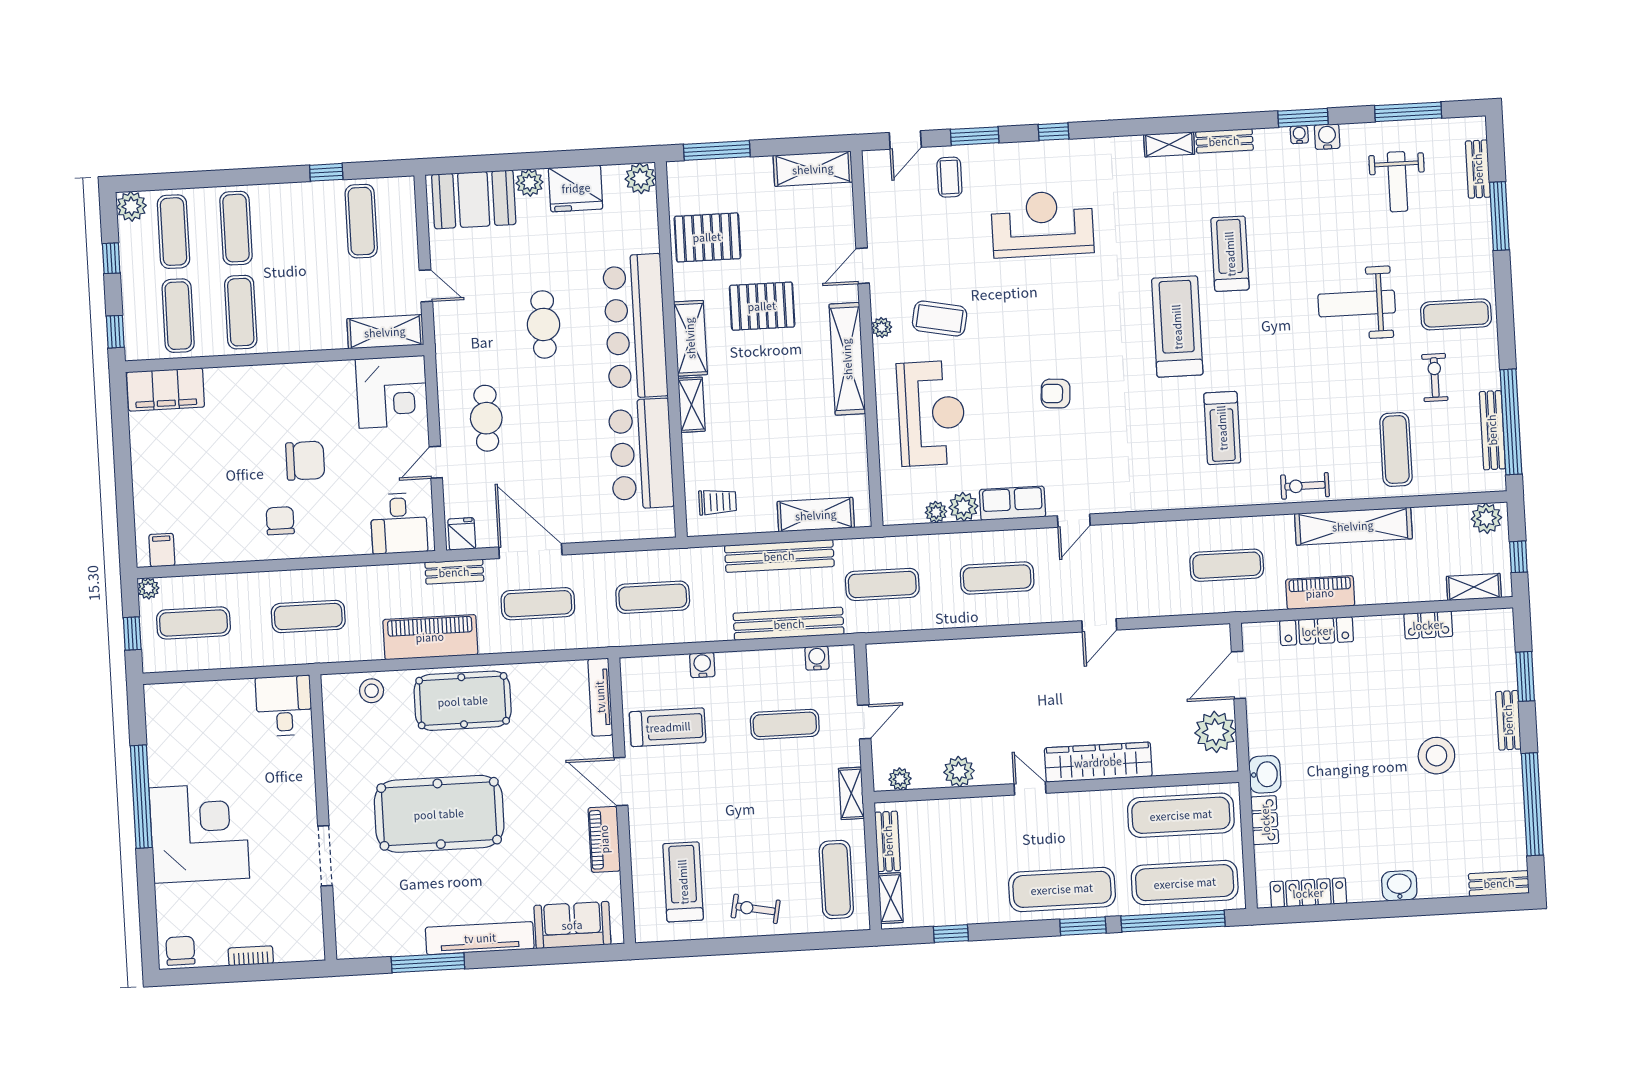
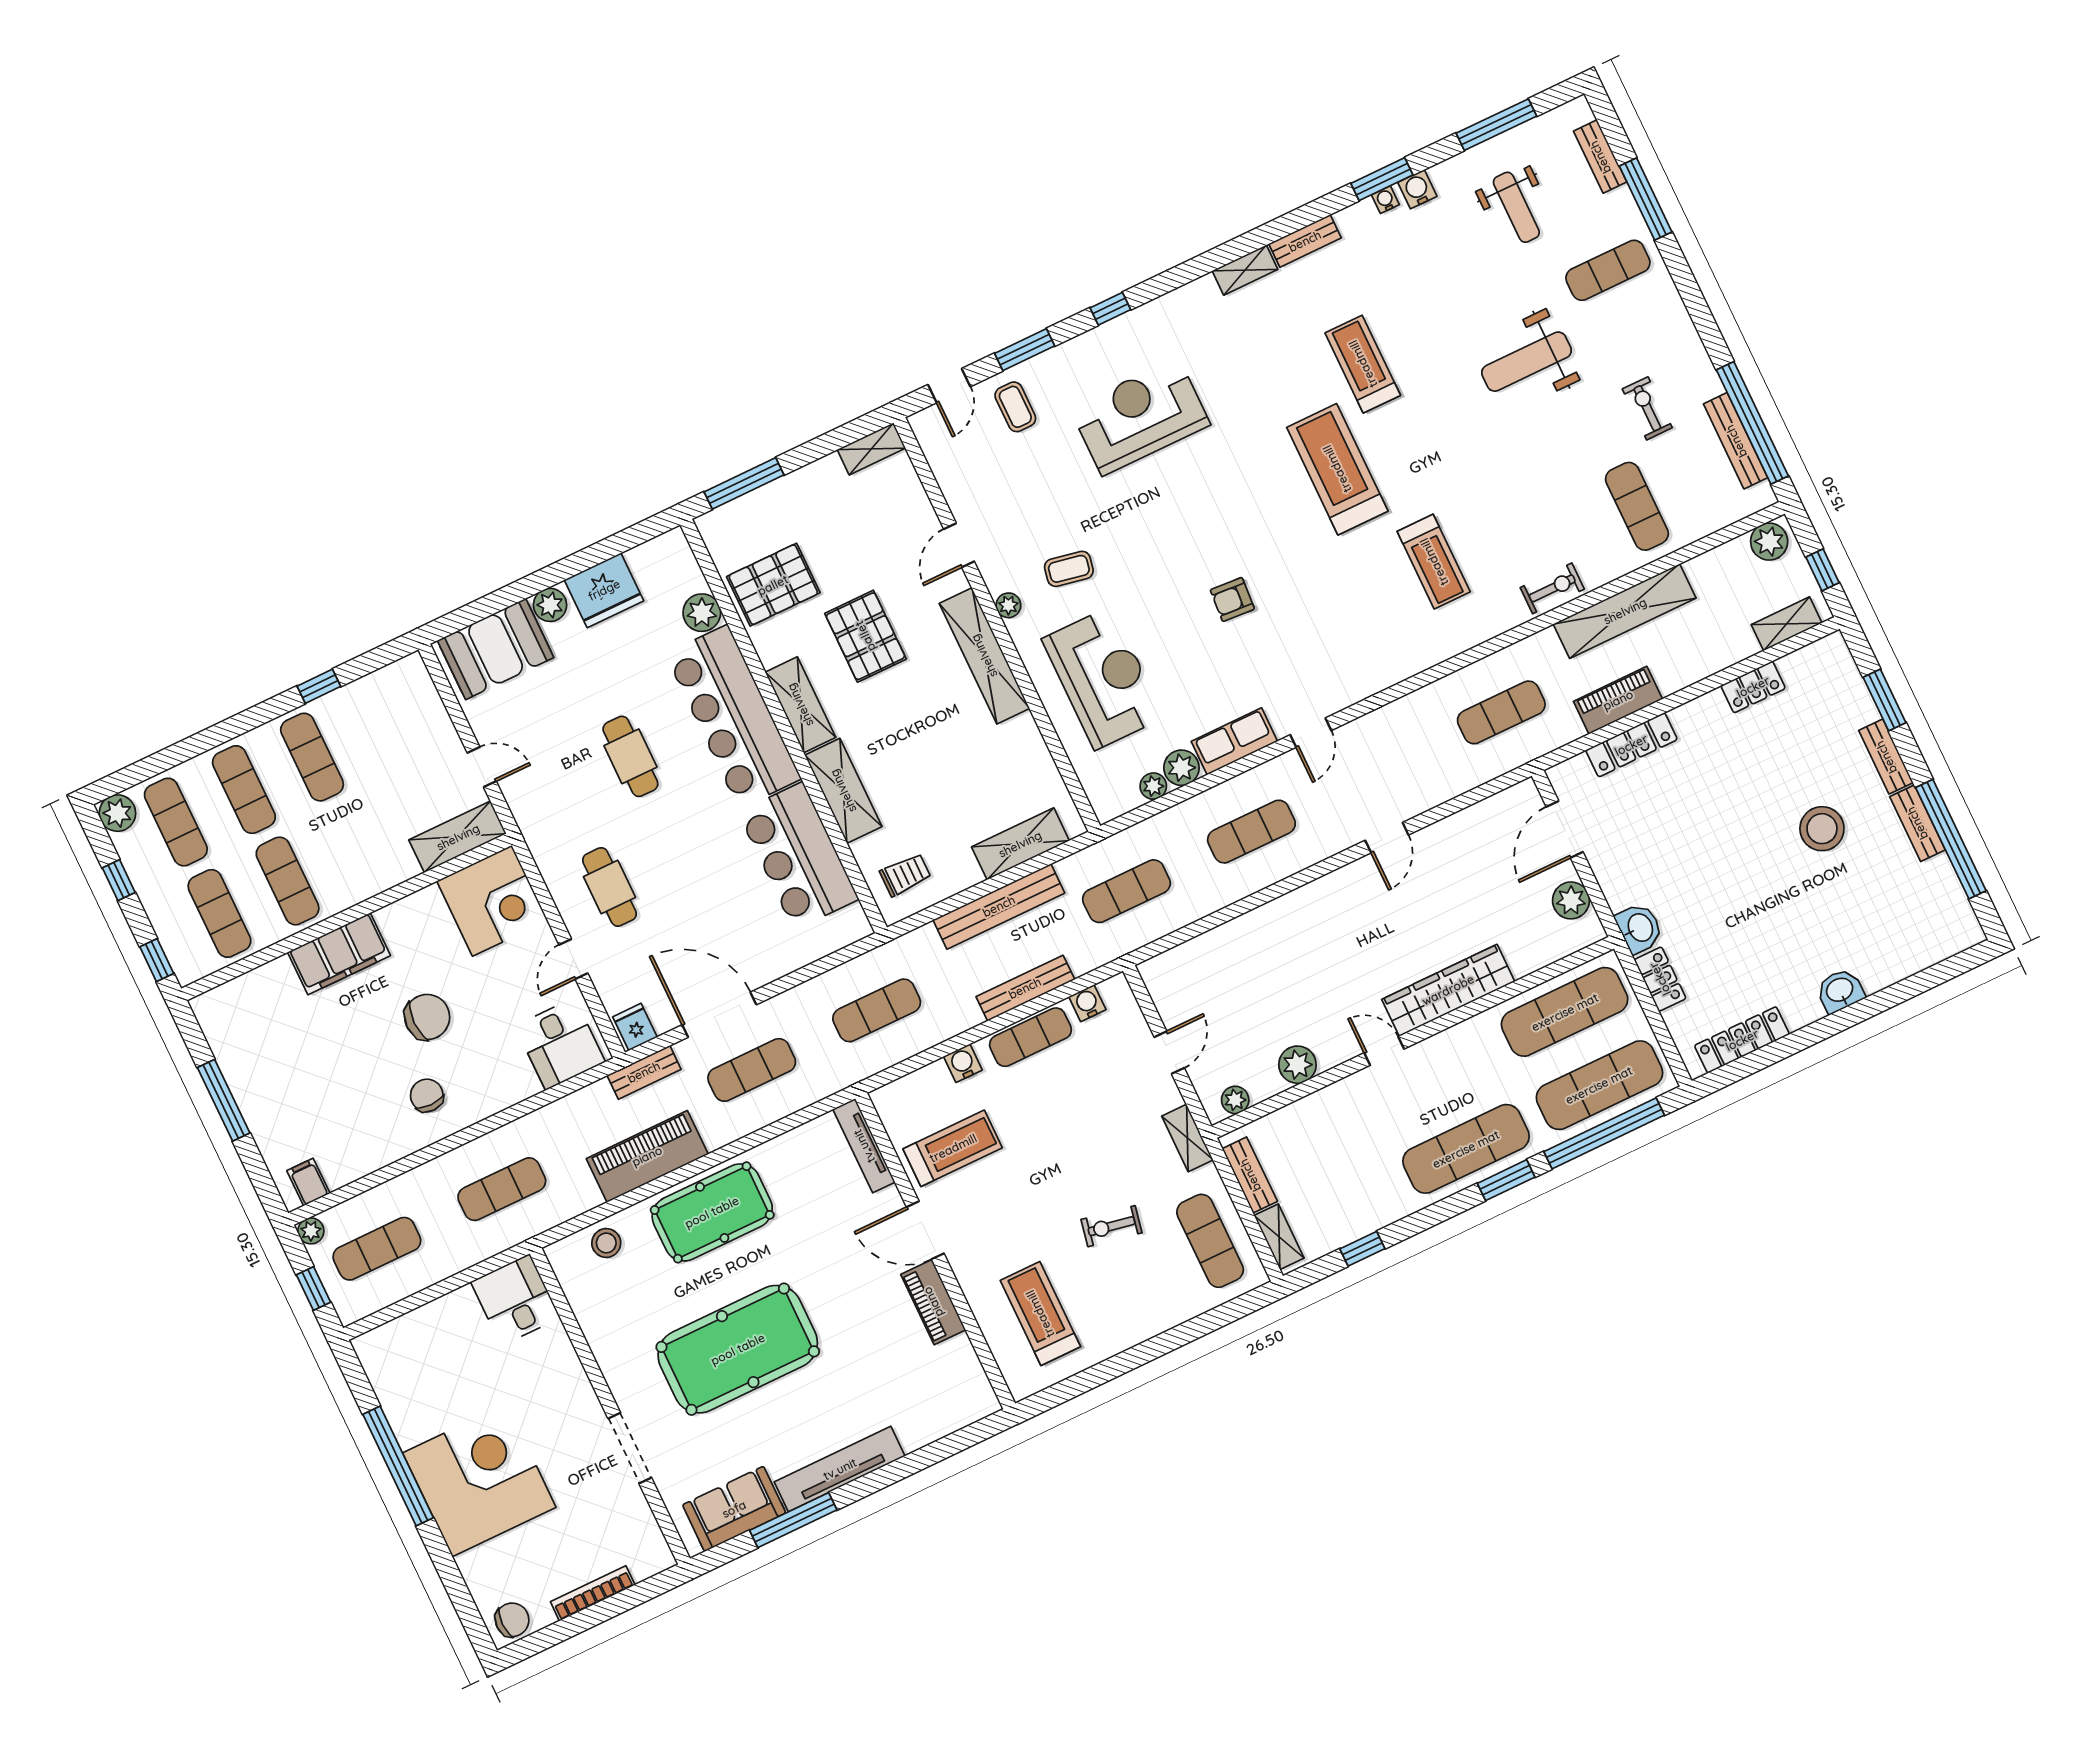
shelving: (813, 169) -> (871, 449), width x0.67, depth x0.75
plant: (640, 178) -> (702, 613), moved
exercise mat: (361, 221) -> (312, 757), moved
pallet: (762, 306) -> (865, 636), turned 90
exercise mat: (1456, 314) -> (1608, 270), moved
coffee table: (940, 319) -> (1069, 569), width x0.73, depth x0.77
filing cabinet: (166, 389) -> (339, 954), moved
shelving: (692, 405) -> (843, 791), width x1.50, depth x1.33
window: (122, 460) -> (224, 1100), added
exercise bike: (1305, 486) -> (1552, 588), turned 180
bench: (789, 624) -> (1025, 988), width x0.73, depth x0.82
exercise mat: (785, 724) -> (1030, 1037), moved
plant: (1215, 732) -> (1571, 900), width x0.73, depth x0.73
bench: (1499, 883) -> (1917, 823), moved, turned 90
exercise bike: (756, 909) -> (1112, 1226), moved
sofa: (572, 925) -> (734, 1509), moved
chair: (180, 951) -> (512, 1620), turned 90
bookcase: (251, 956) -> (593, 1593), width x1.56

